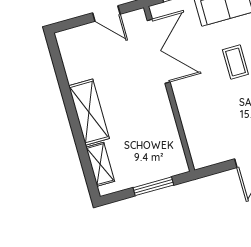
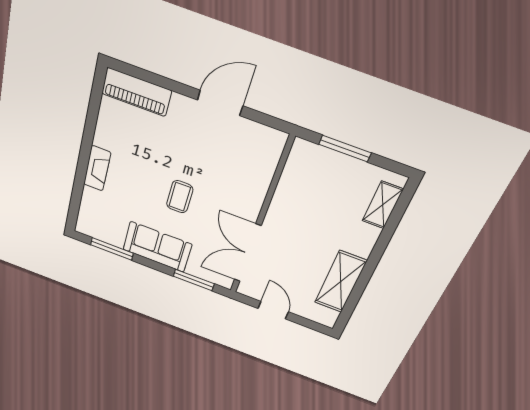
shelving: (89, 112) -> (340, 282), moved

